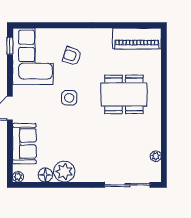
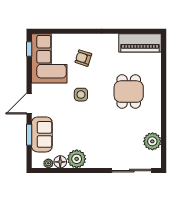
dining table: (124, 94) -> (129, 92), width x0.73
window: (10, 144) -> (29, 135), added
plant: (156, 156) -> (152, 141), width x1.88, depth x1.88
plant: (18, 177) -> (48, 163), moved

